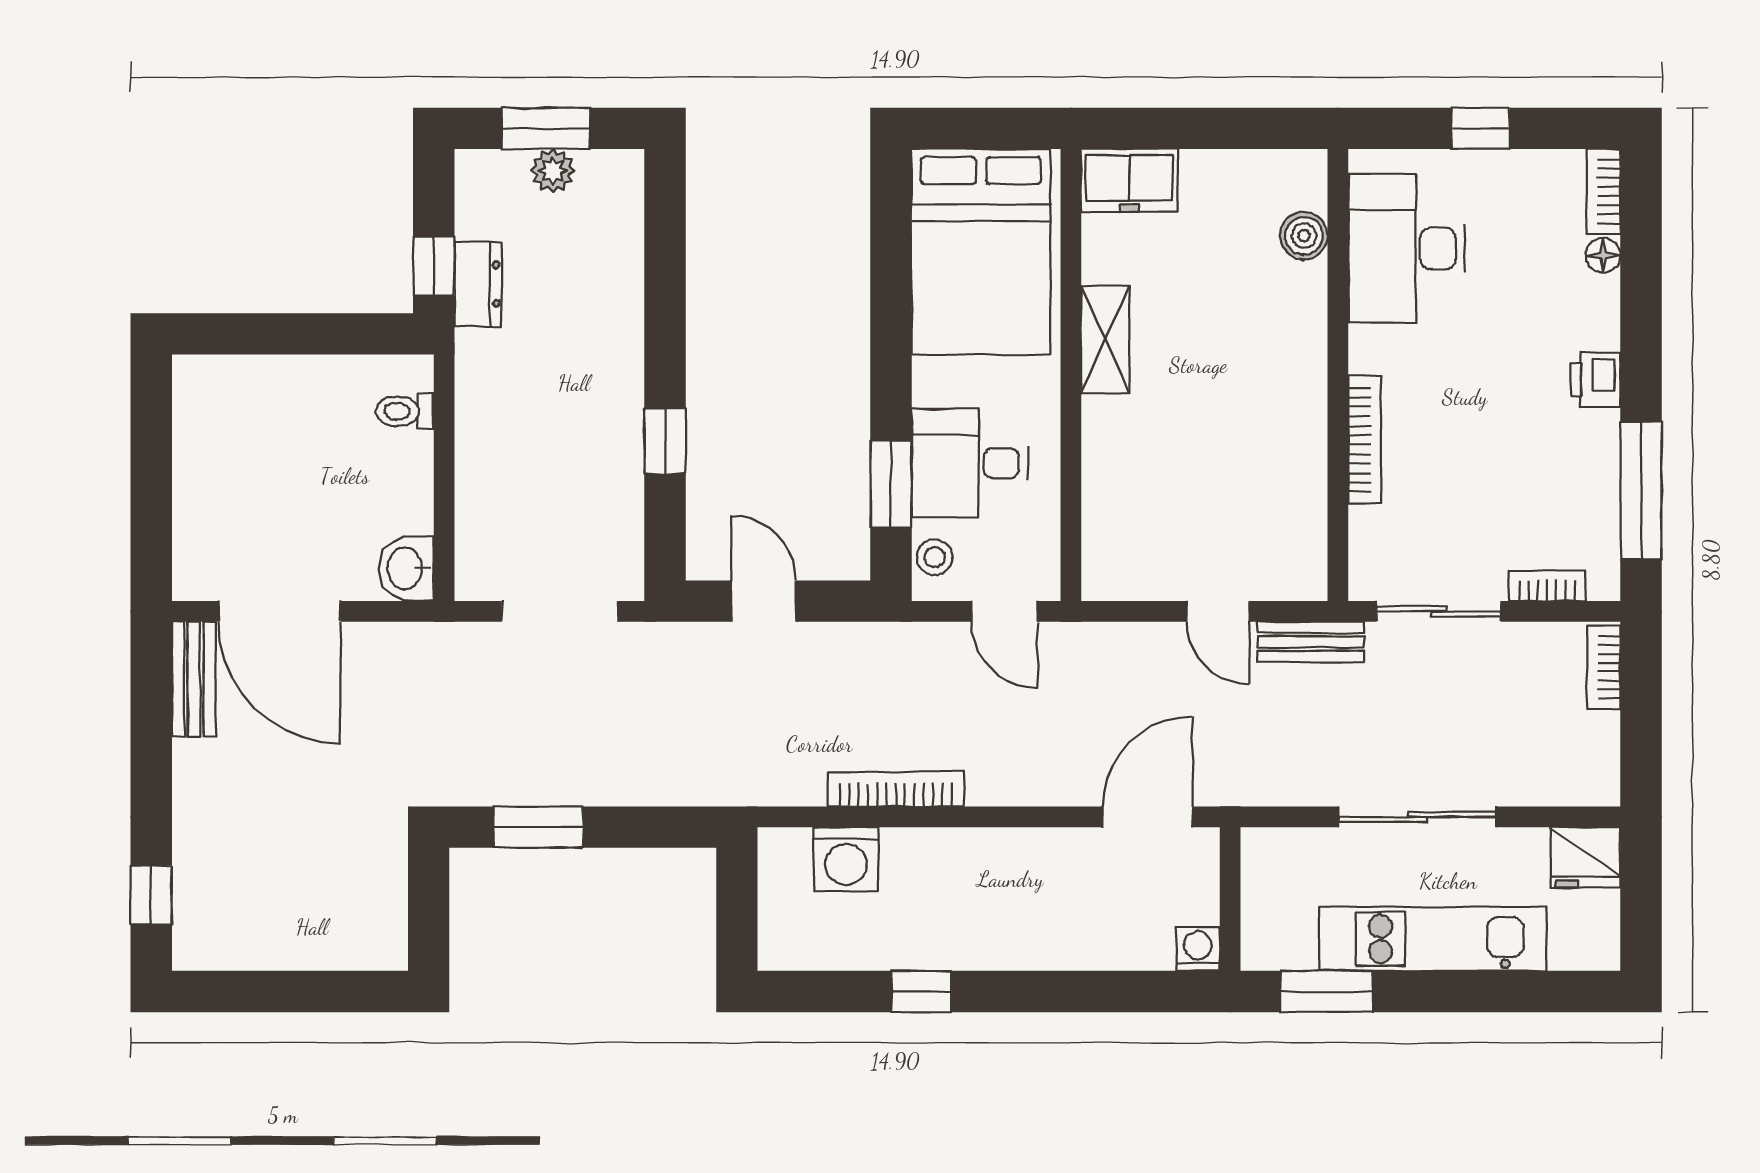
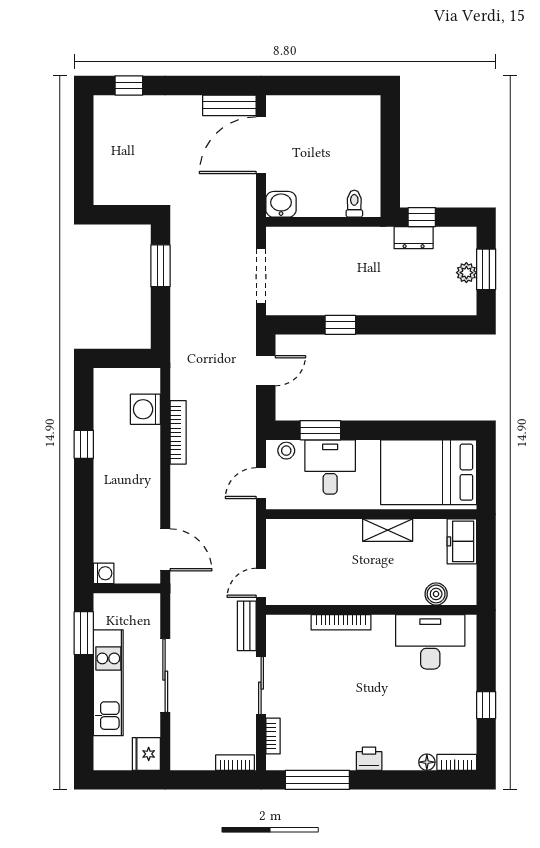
boiler: (1304, 236) -> (436, 594), moved
desk: (1407, 248) -> (430, 642), moved
wall: (1338, 375) -> (371, 610), moved
bookcase: (1365, 440) -> (341, 622), moved

